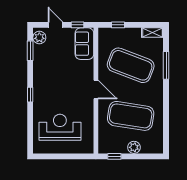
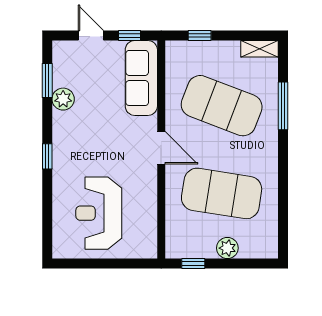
plant: (39, 38) -> (63, 99), moved
sofa: (84, 44) -> (141, 78), width x1.36
reception desk: (60, 127) -> (99, 213), turned -90

